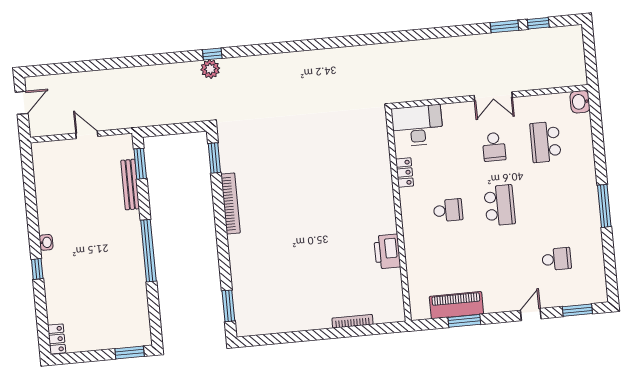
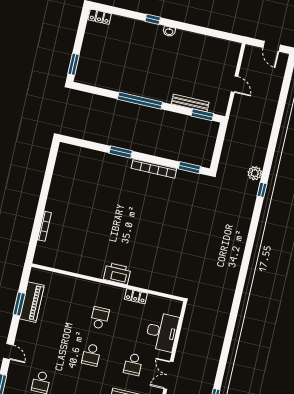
plant: (210, 69) -> (255, 173), moved
desk: (417, 126) -> (162, 332), moved
door: (87, 135) -> (235, 84), hinge flipped
school desk: (494, 147) -> (133, 364), turned -90
school desk: (500, 205) -> (91, 355), width x0.54
school desk: (448, 210) -> (100, 318), turned 180
printer: (387, 251) -> (117, 274), moved
window: (228, 306) -> (121, 152), moved

